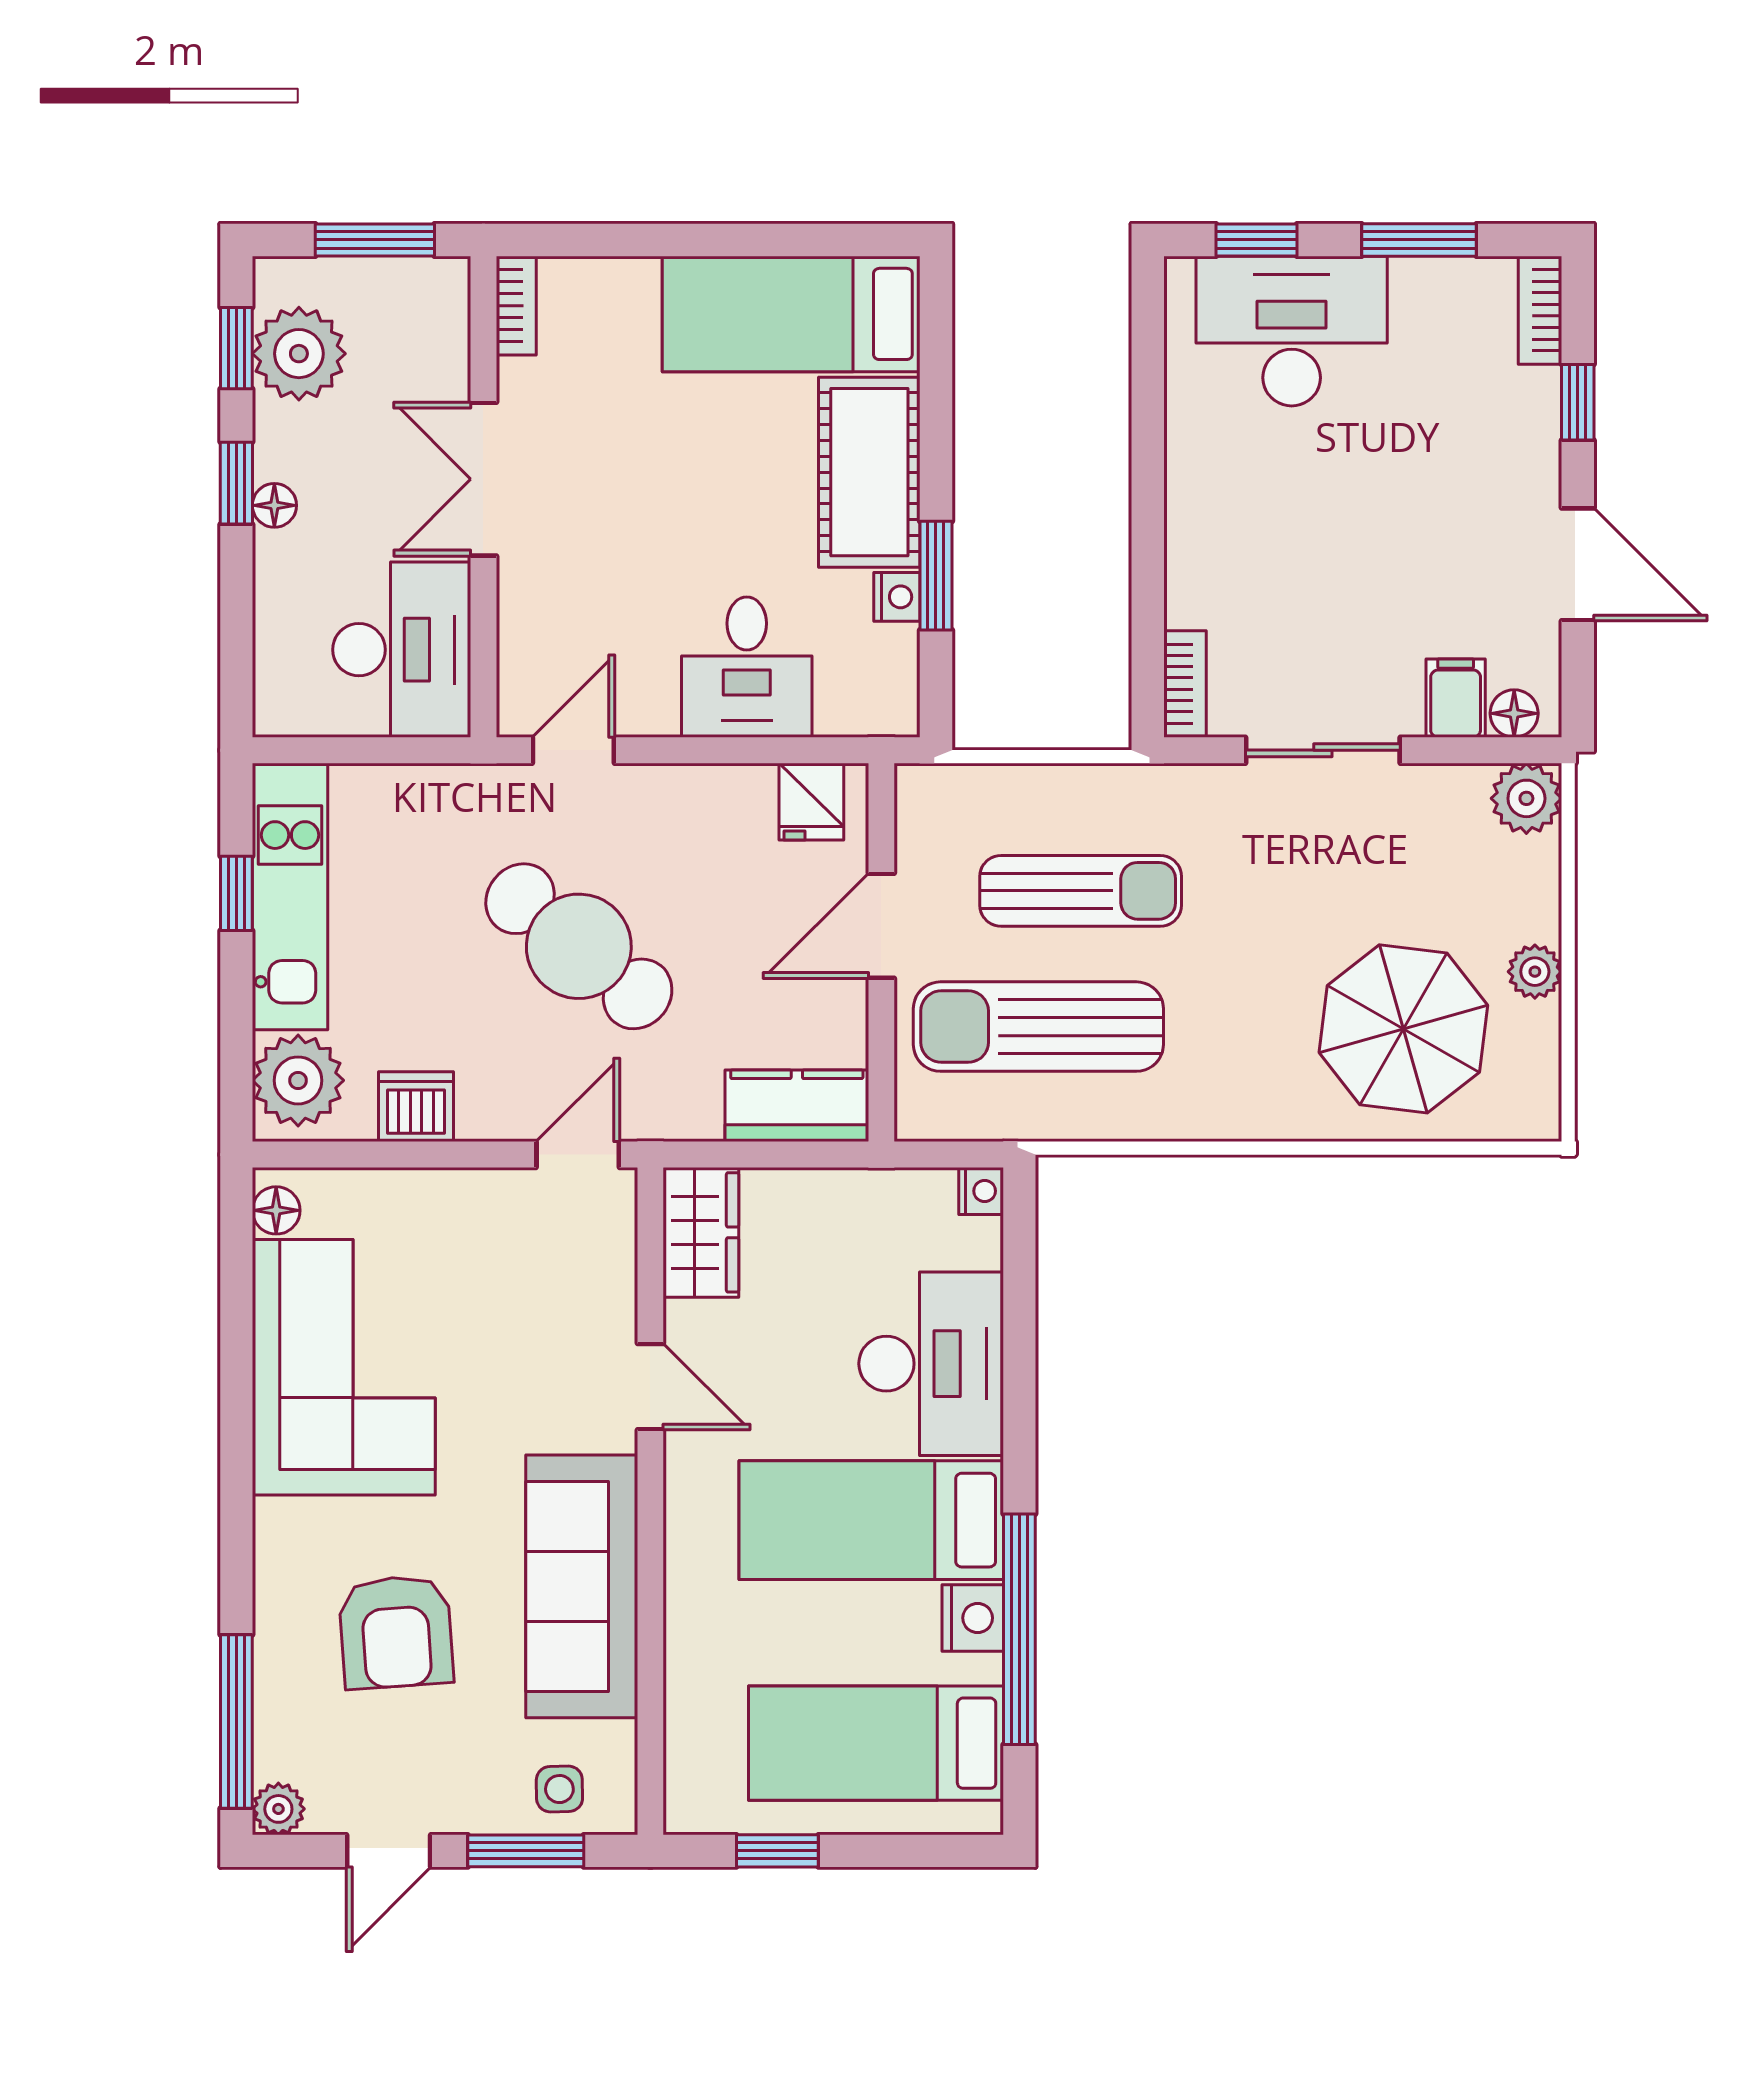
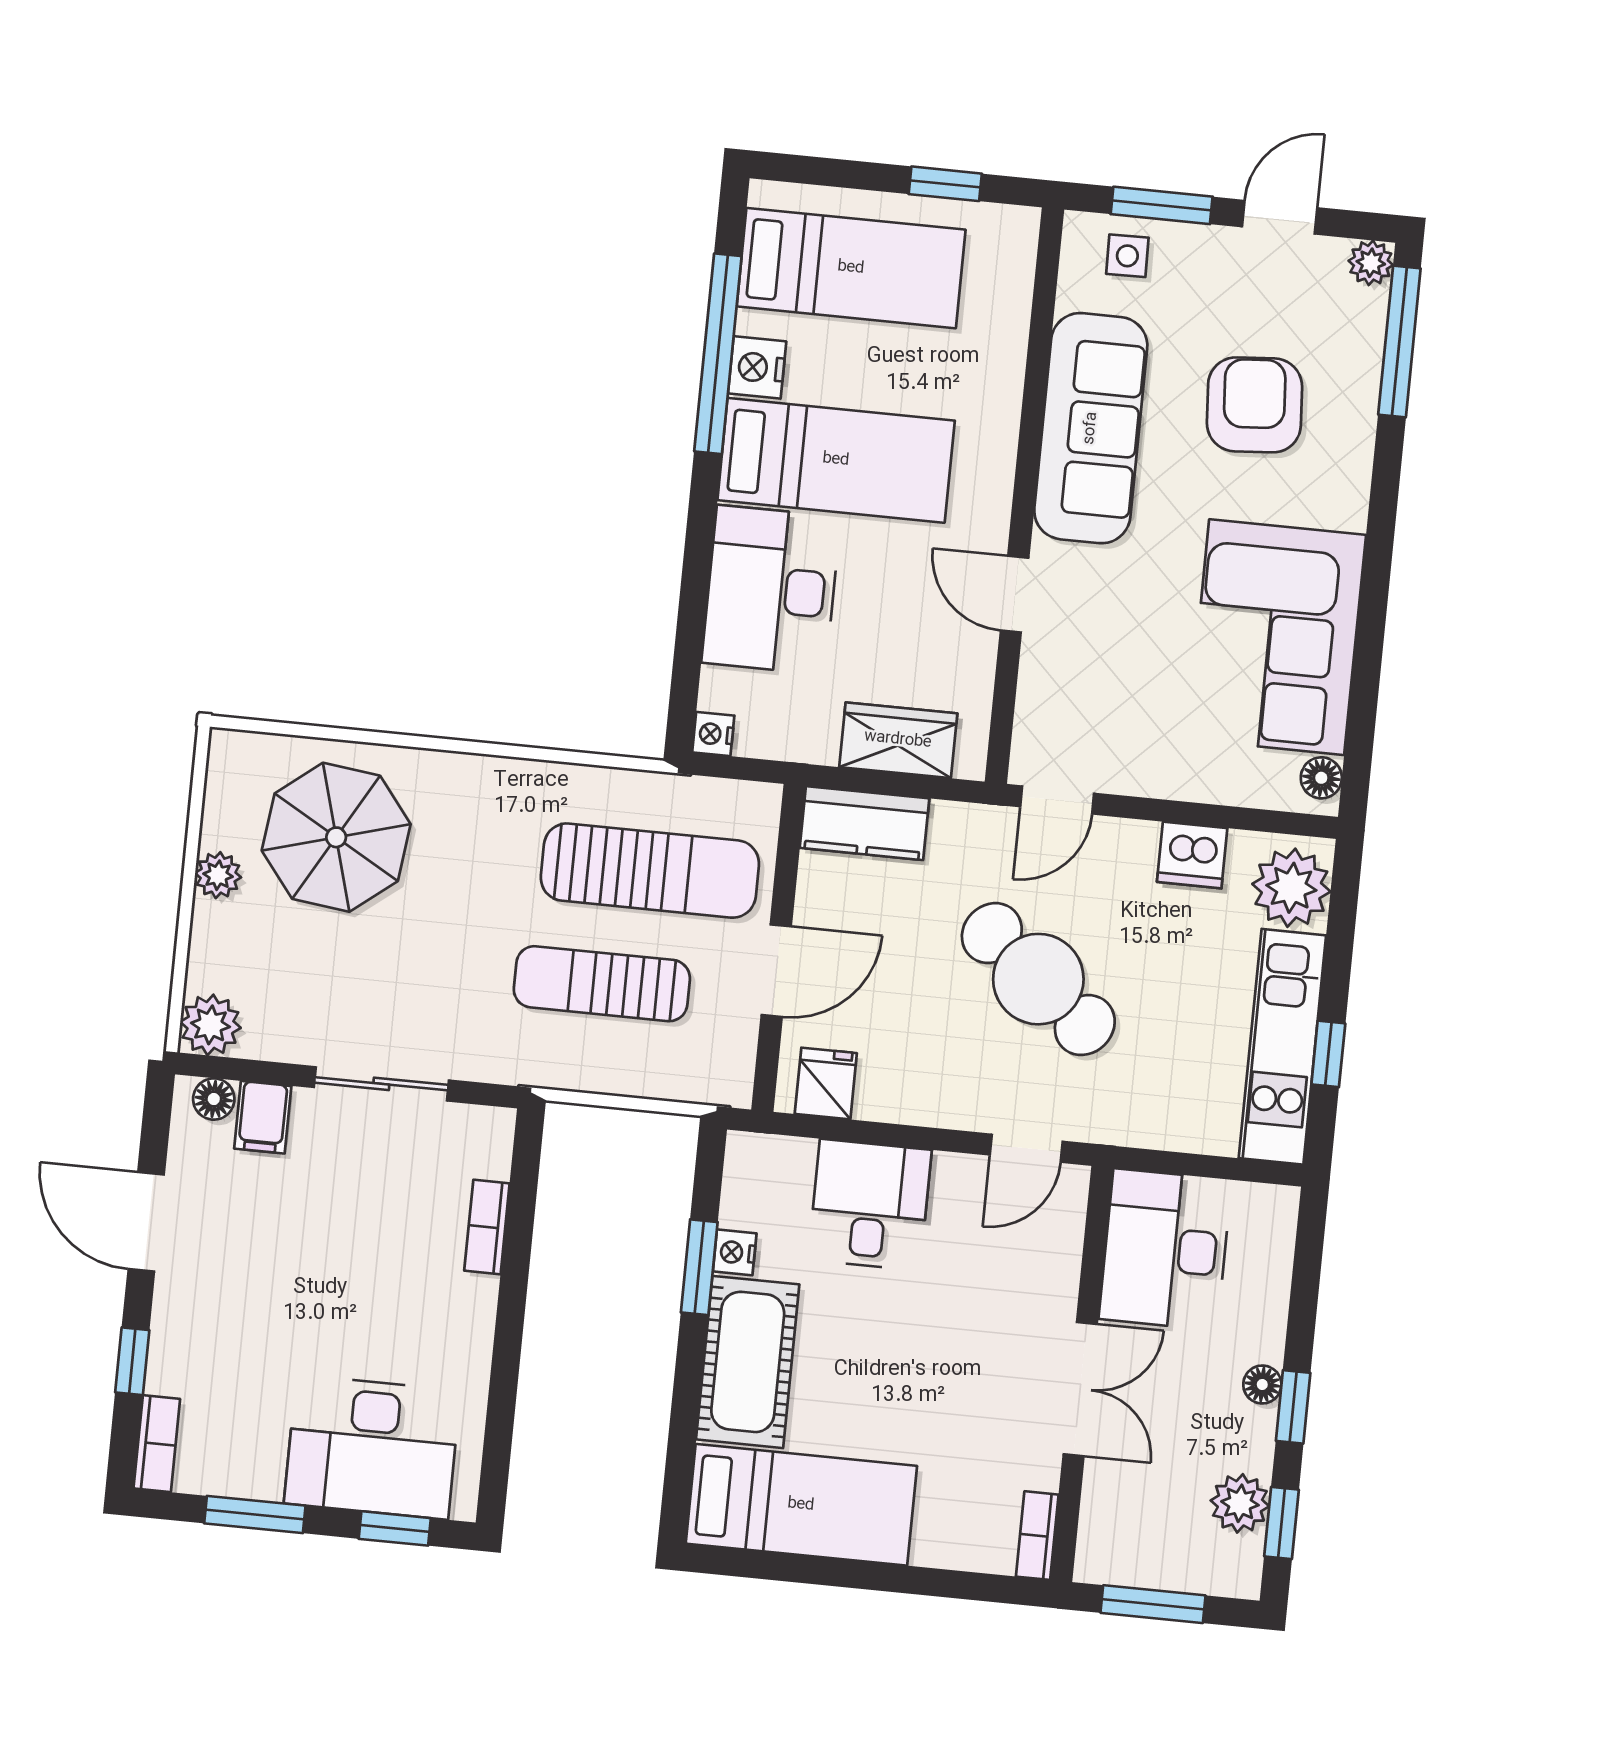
plant: (299, 354) -> (1240, 1503), width x0.73, depth x0.73
bookcase: (1185, 684) -> (487, 1227), moved
wardrobe: (701, 1232) -> (898, 740), moved, turned 90

